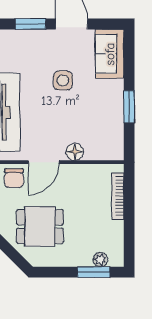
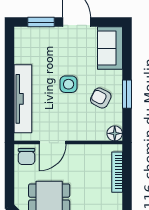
side table: (63, 80) -> (69, 84), moved
armchair: (99, 111) -> (101, 98), added
floor lamp: (75, 152) -> (115, 133), moved

